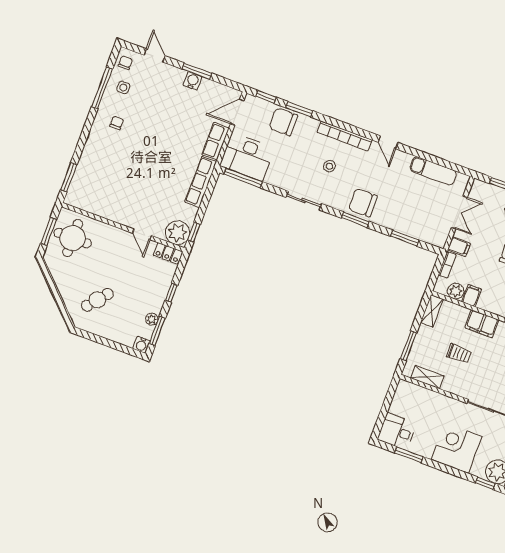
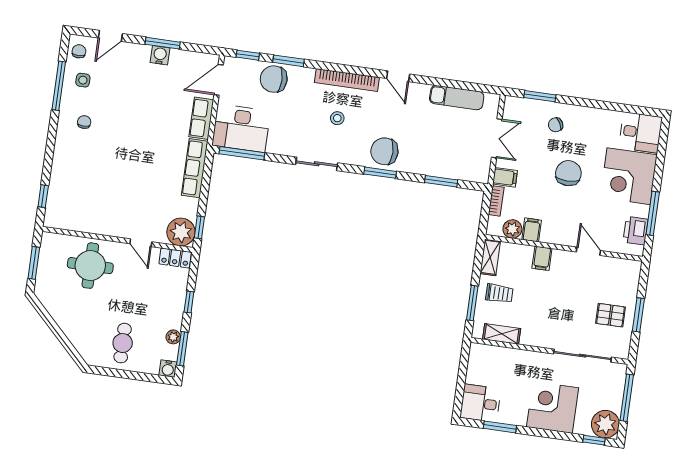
door: (155, 55) -> (110, 36), swing flipped
window: (69, 177) -> (43, 196), width x0.67
round table: (73, 238) -> (90, 266), moved
cafe table: (97, 300) -> (123, 343), moved, turned -40
filing cabinet: (482, 324) -> (542, 258), width x0.50
trolley: (459, 354) -> (499, 293), moved

